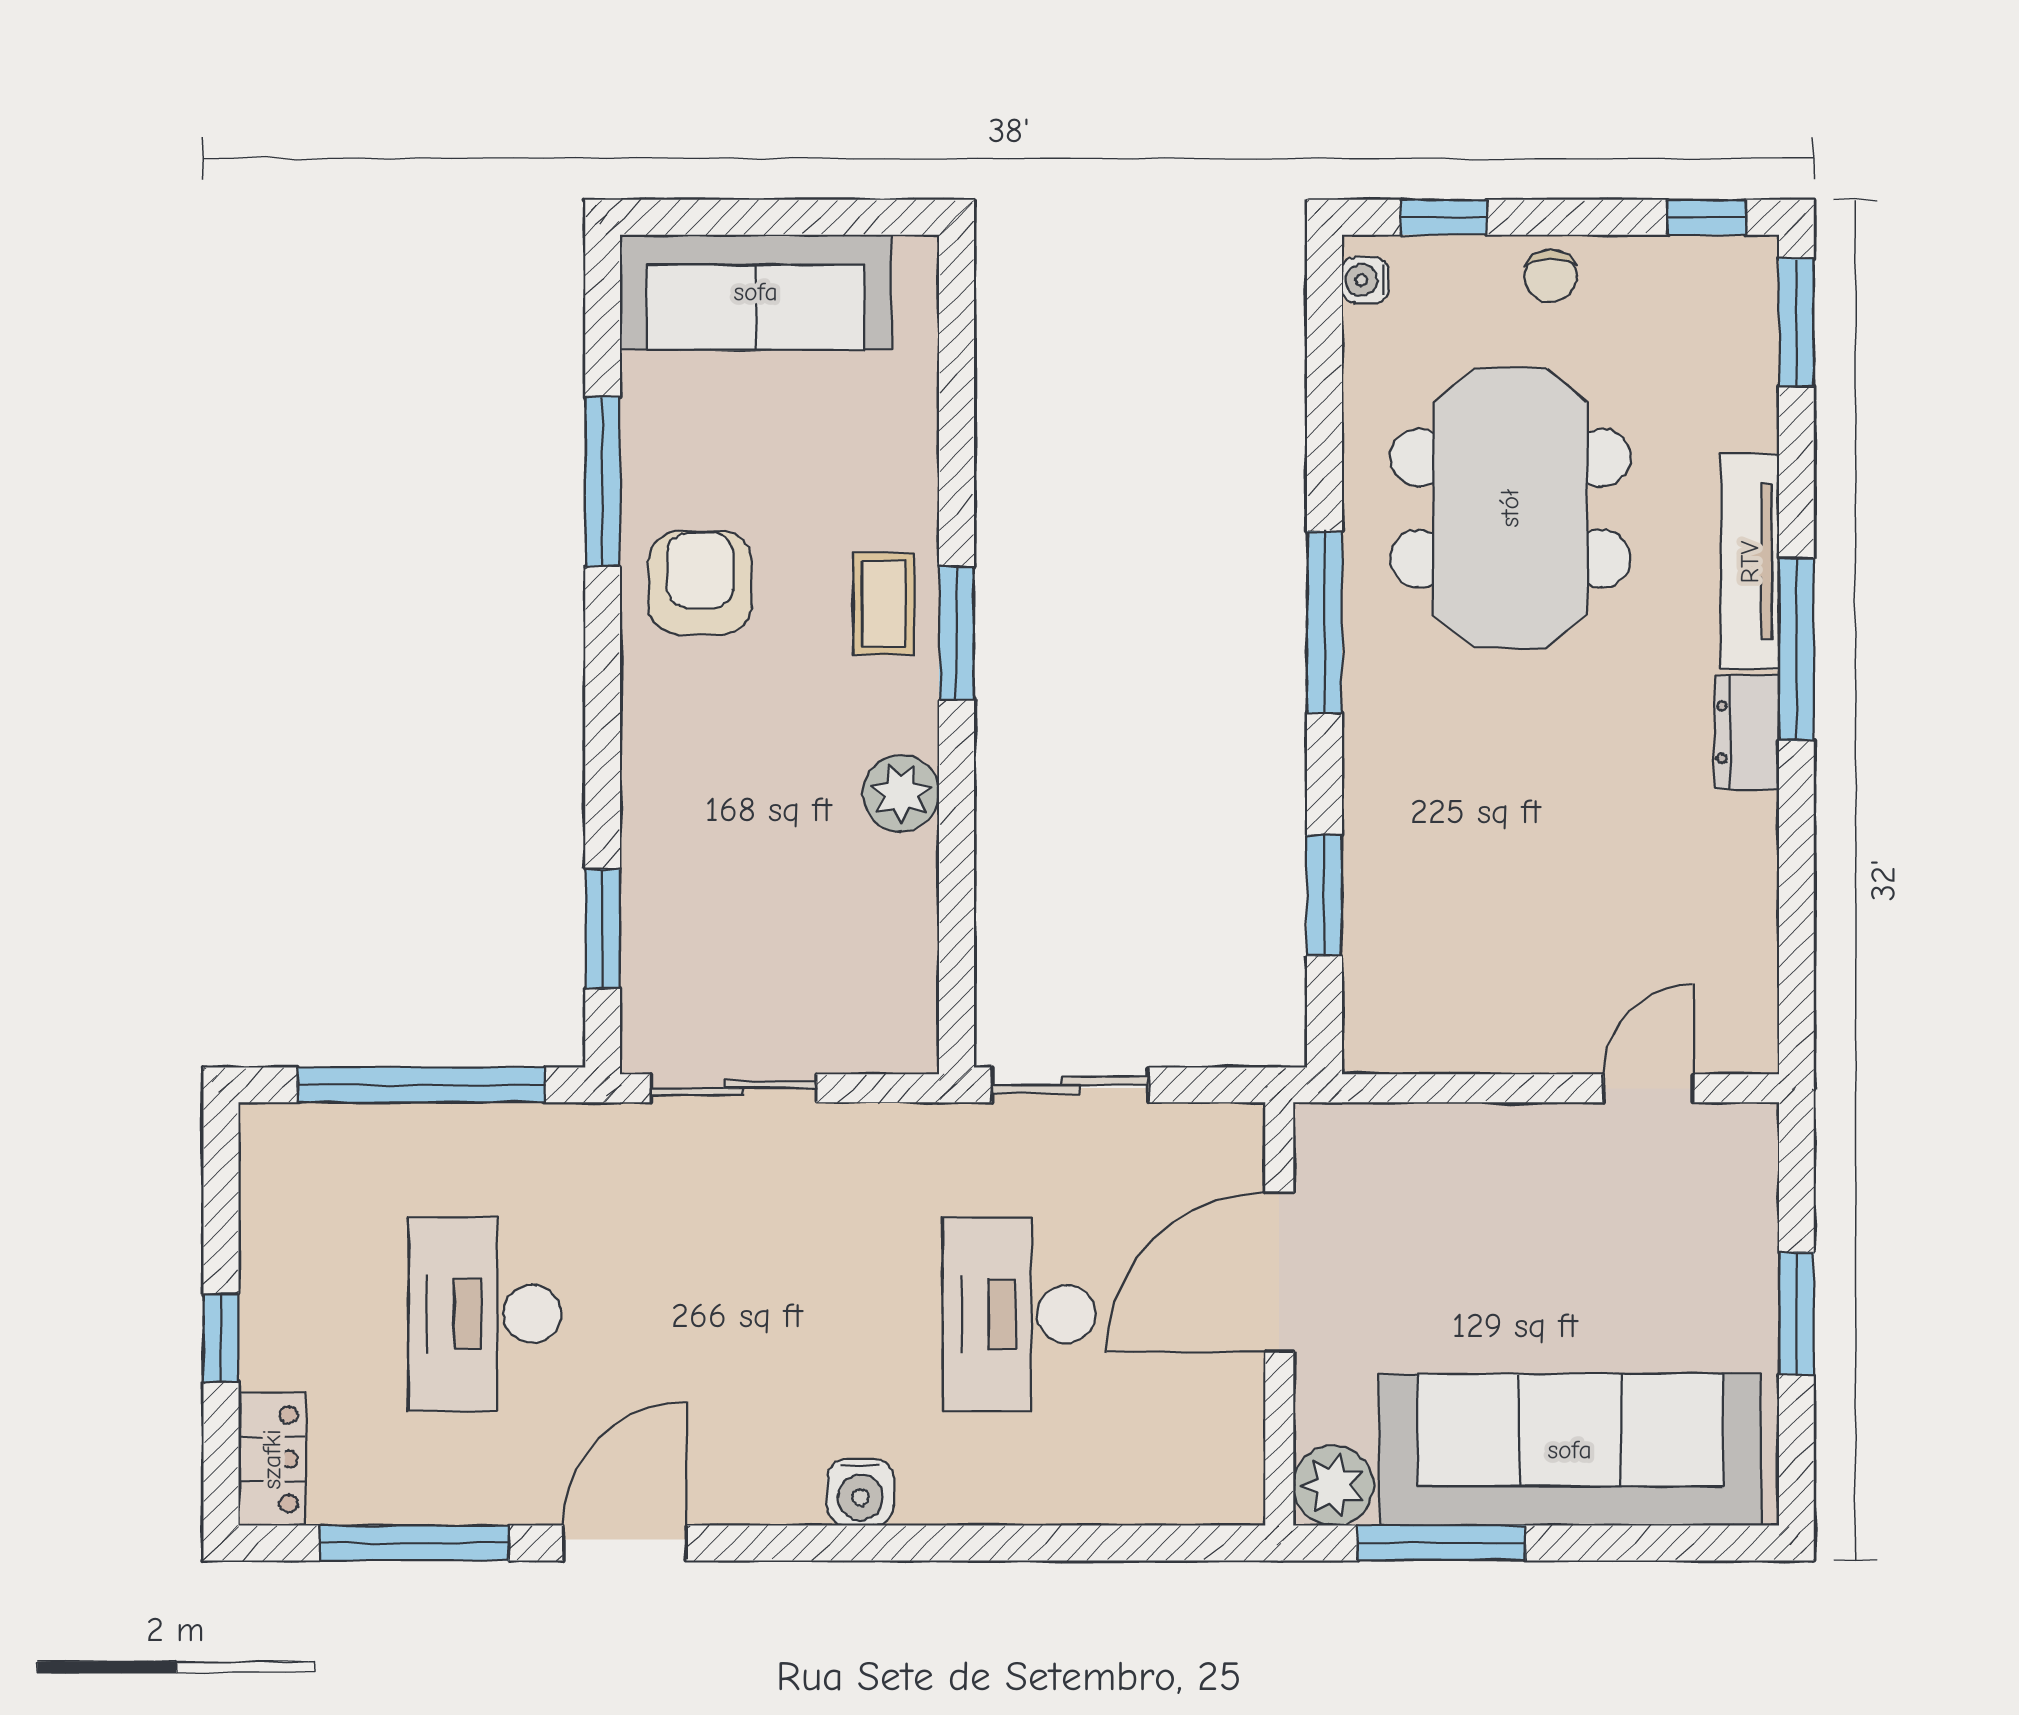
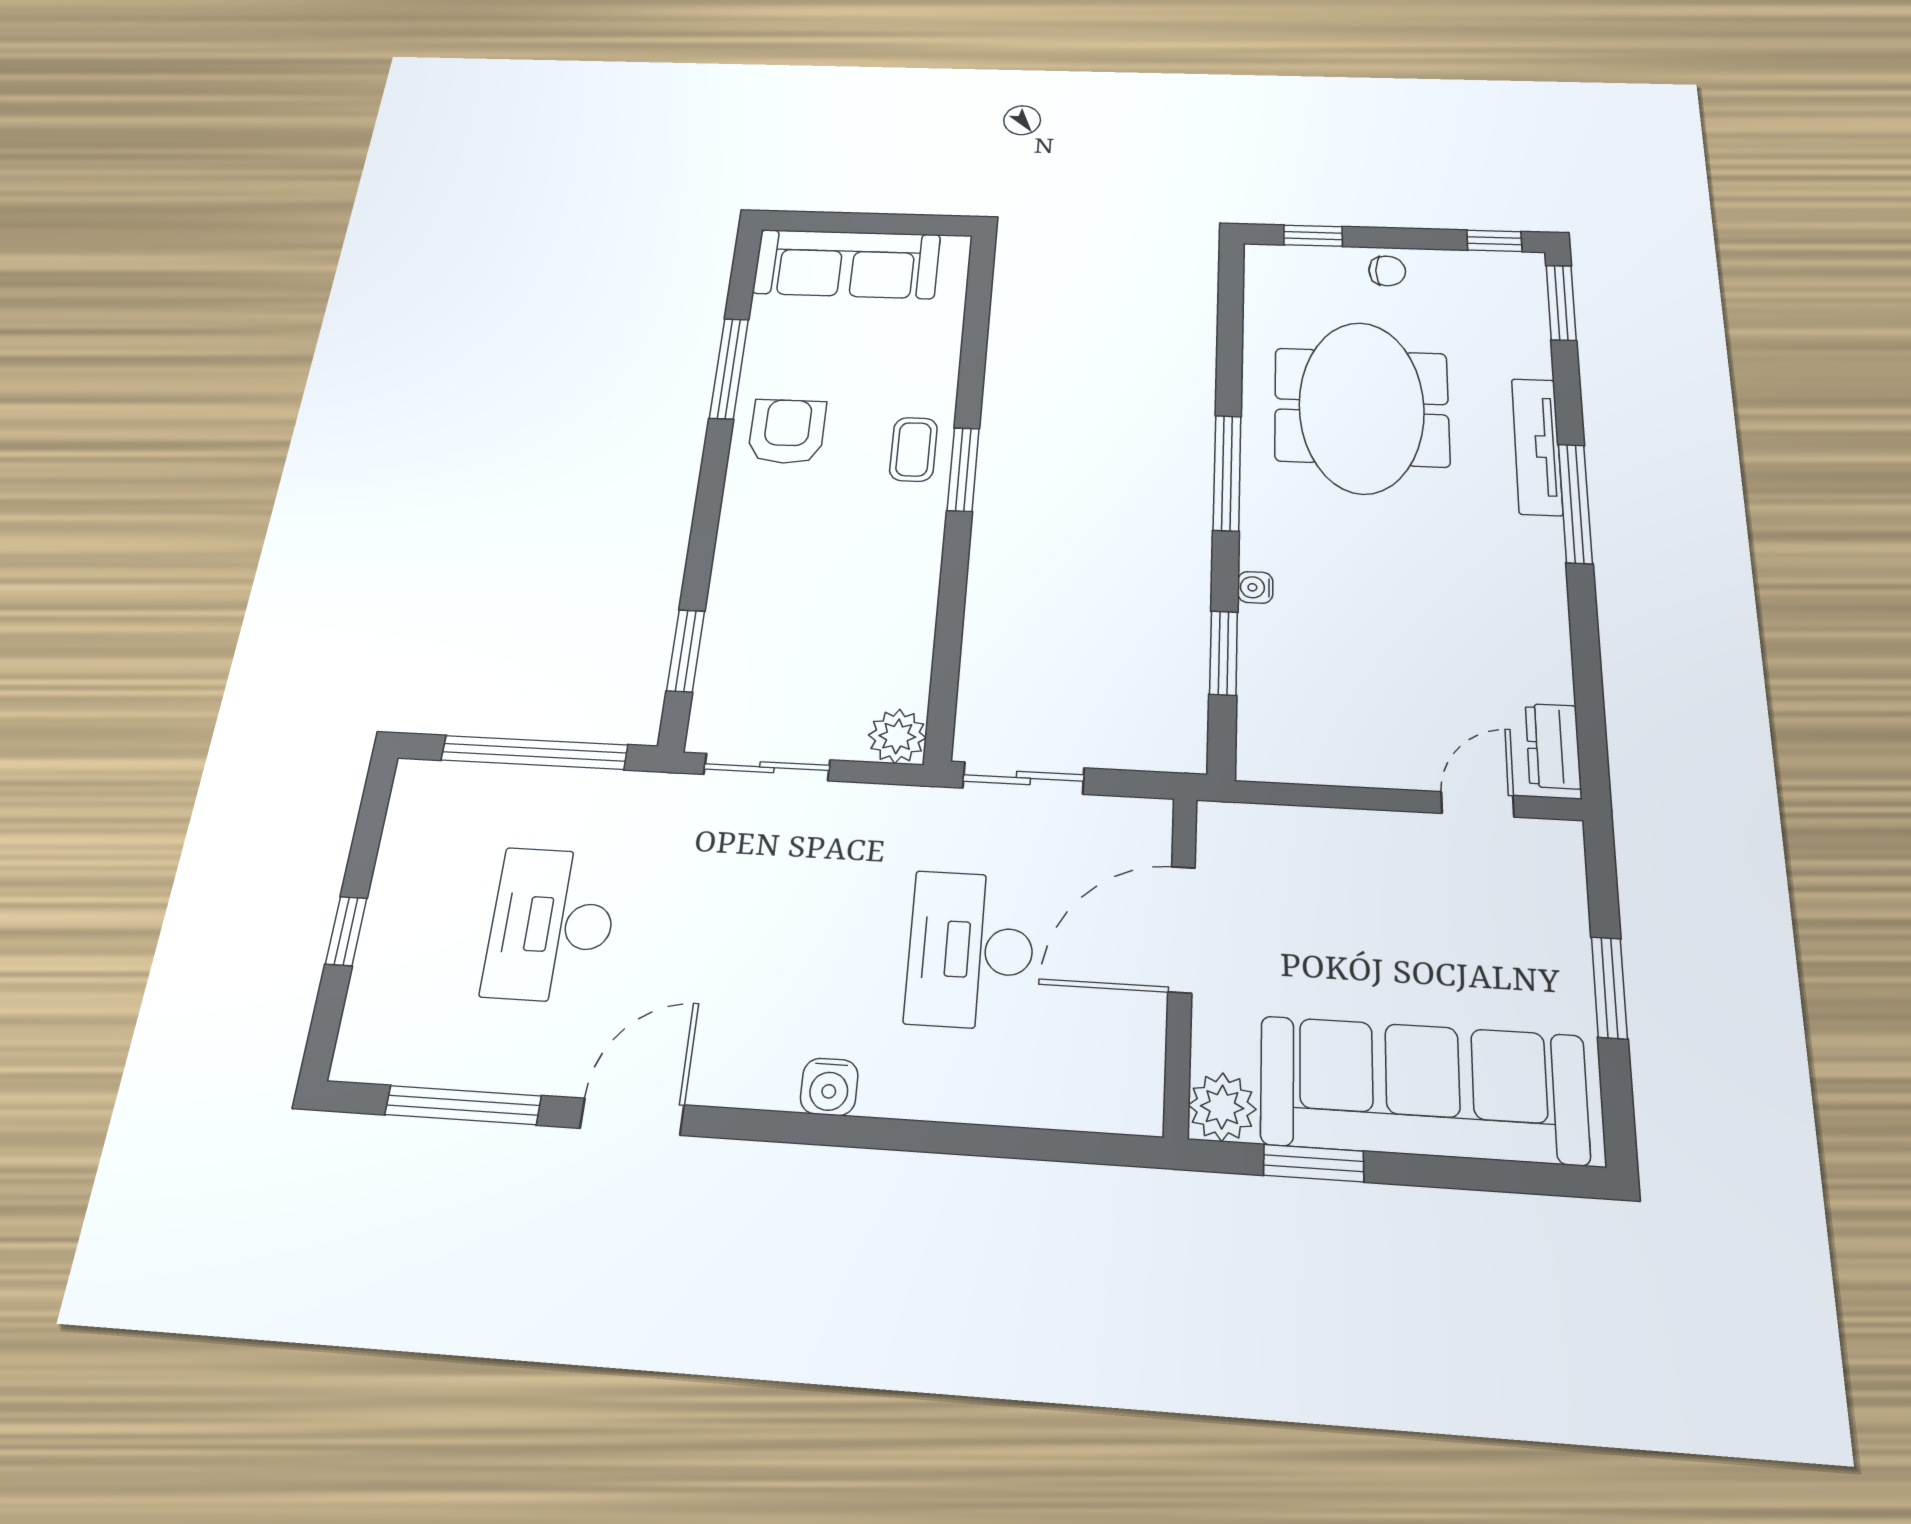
chair: (1551, 276) -> (1387, 271), turned -90
water cooler: (1365, 280) -> (1255, 587), moved
dresser: (1747, 732) -> (1553, 746), moved
plant: (901, 793) -> (897, 736), moved
locker: (272, 1459) -> (365, 1029), removed
window: (1441, 1543) -> (1314, 1163), width x0.69

